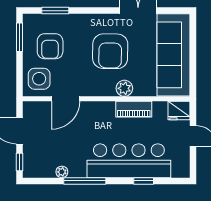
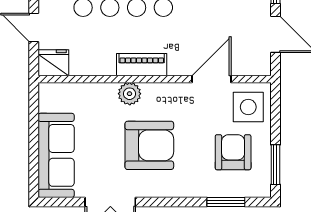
armchair: (110, 51) -> (149, 145), turned 89
sofa: (174, 55) -> (56, 155), width x0.74, depth x0.79
piano: (134, 109) -> (142, 65), moved

